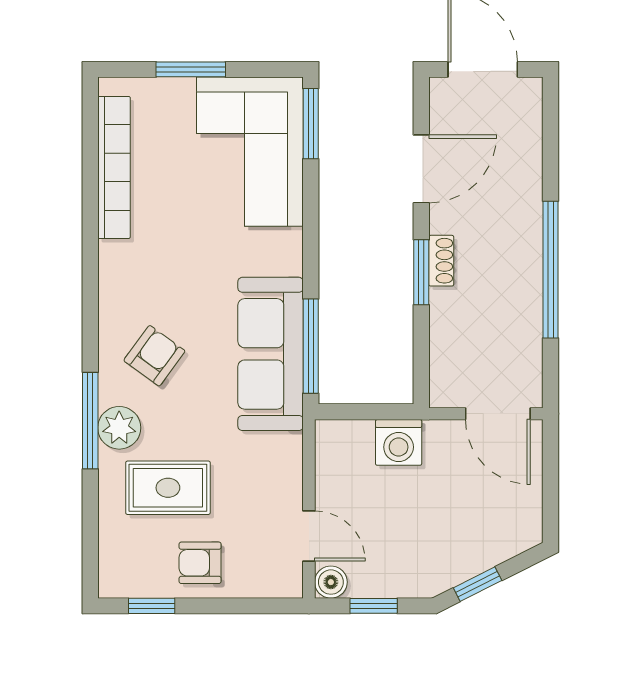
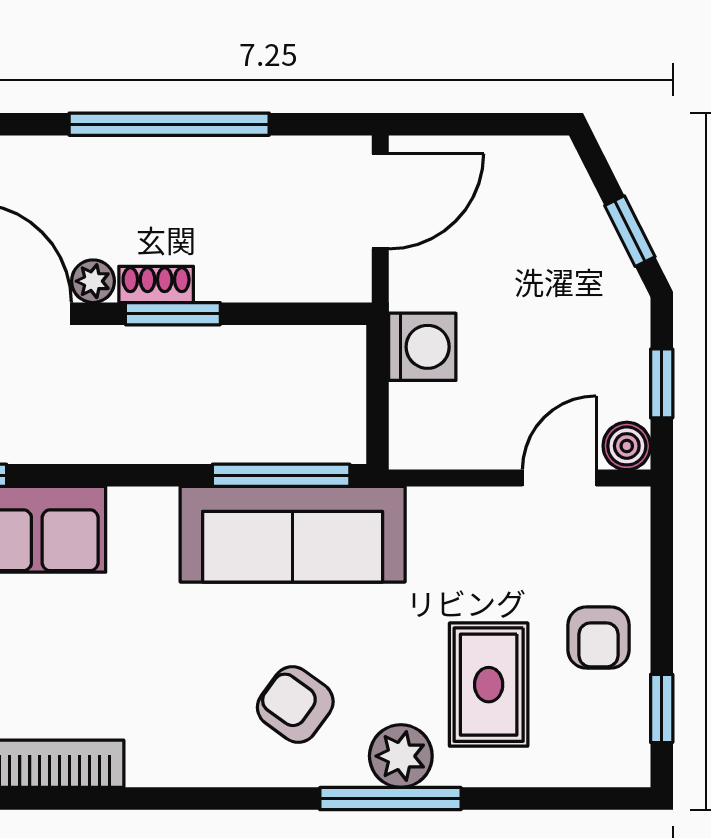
plant: (443, 218) -> (93, 281), added

